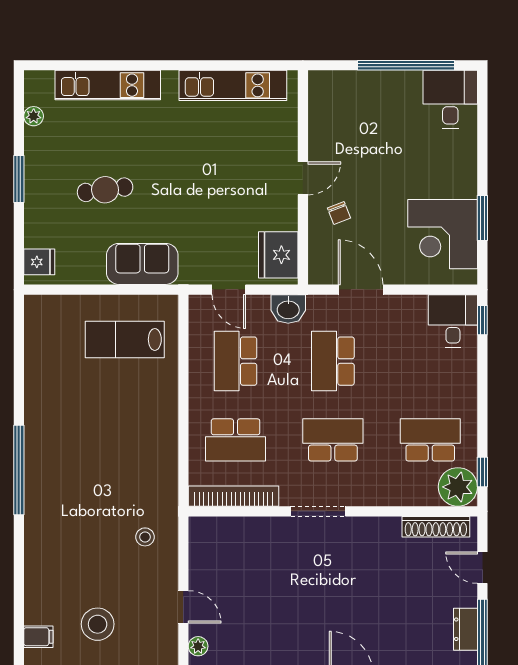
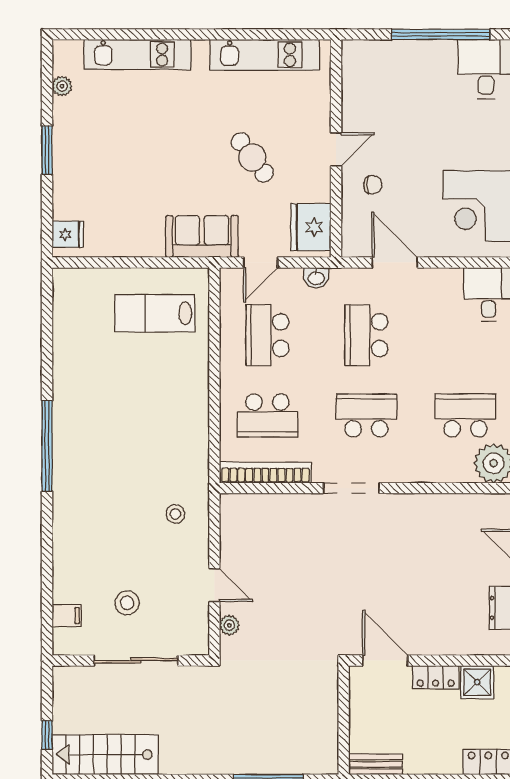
cafe table: (105, 190) -> (252, 157), moved, turned 61
chair: (339, 213) -> (373, 185), turned -69
sofa: (142, 264) -> (202, 236), moved
door: (229, 290) -> (261, 262), hinge flipped
washbasin: (288, 309) -> (316, 278), width x0.72, depth x0.69
shoe rack: (436, 527) -> (471, 504), removed
stool: (98, 624) -> (127, 603), width x0.73, depth x0.73

